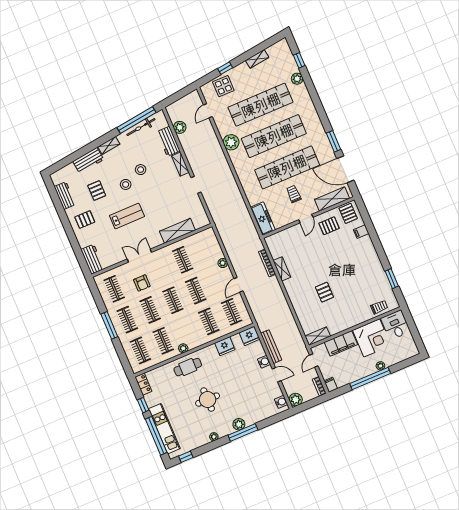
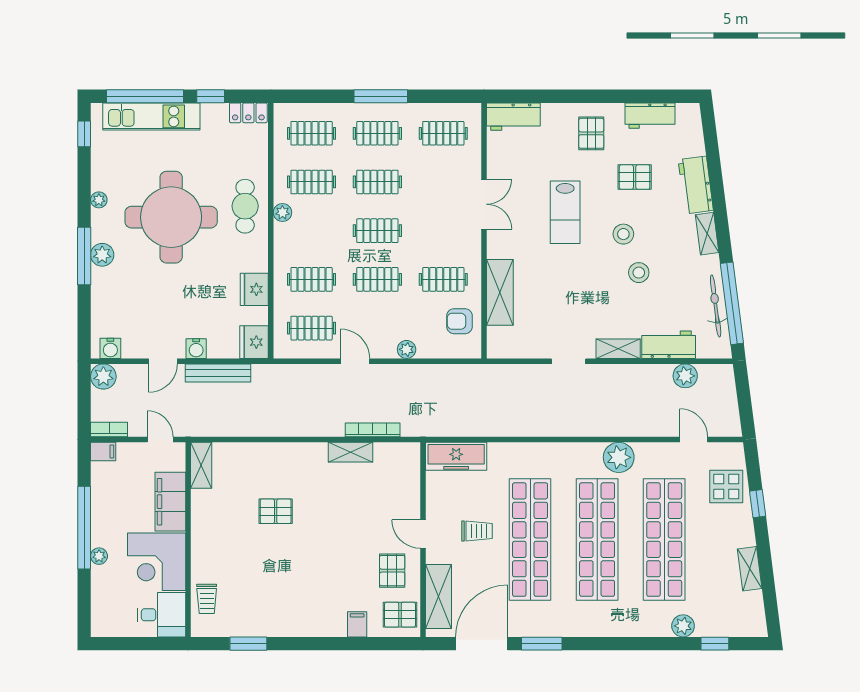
armchair: (142, 283) -> (460, 321), moved
round table: (208, 400) -> (171, 217), width x1.86, depth x1.86

